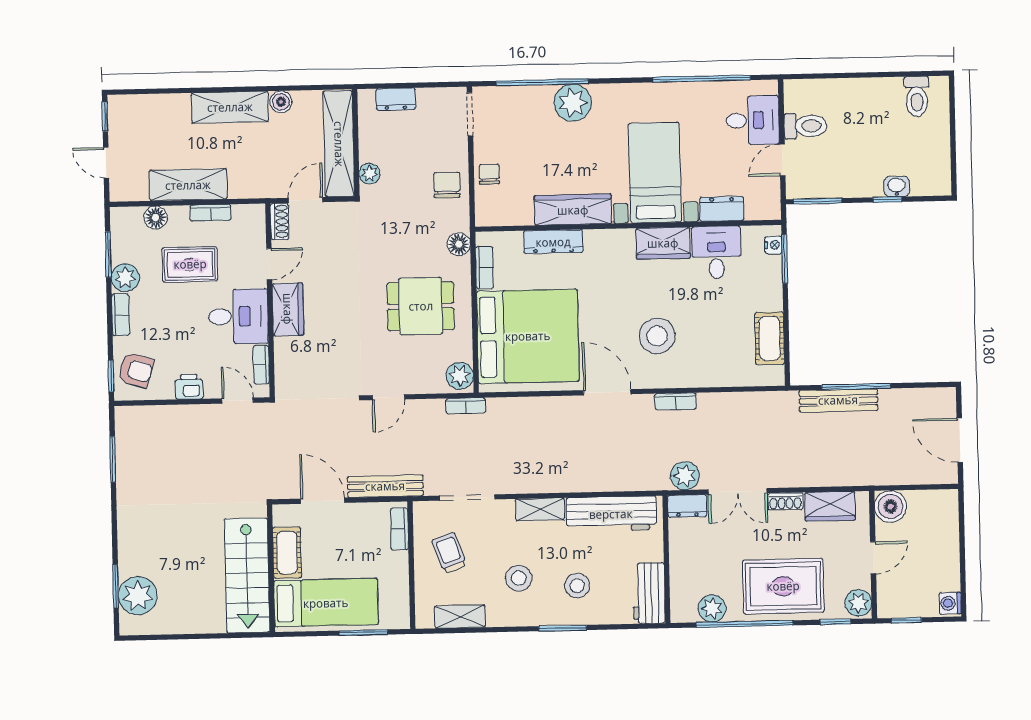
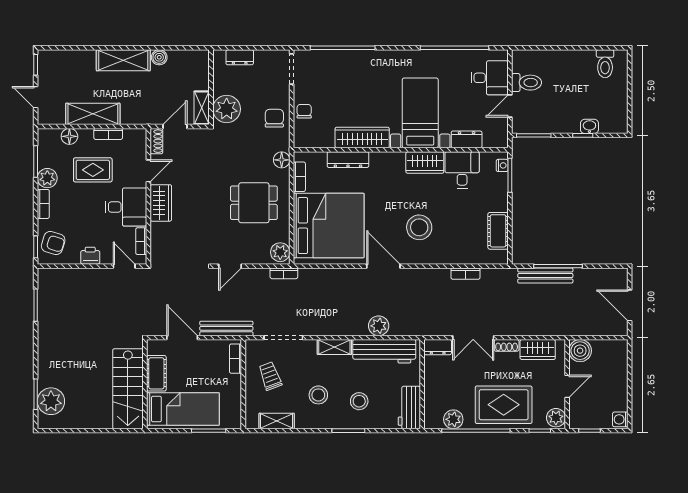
plant: (573, 103) -> (364, 63), removed
shelving: (339, 144) -> (202, 108), width x0.45, depth x0.75
plant: (369, 174) -> (227, 109), width x1.88, depth x1.88
bookcase: (675, 401) -> (465, 274), moved
plant: (685, 476) -> (379, 326), moved

